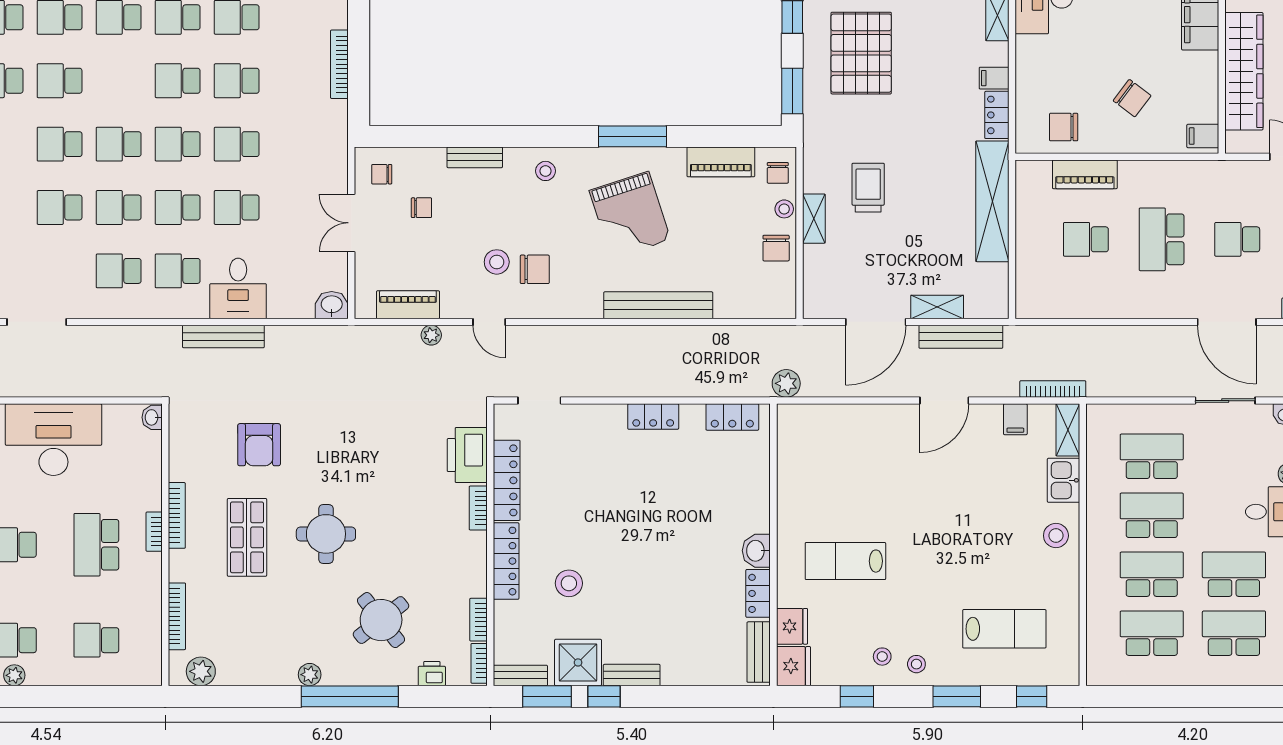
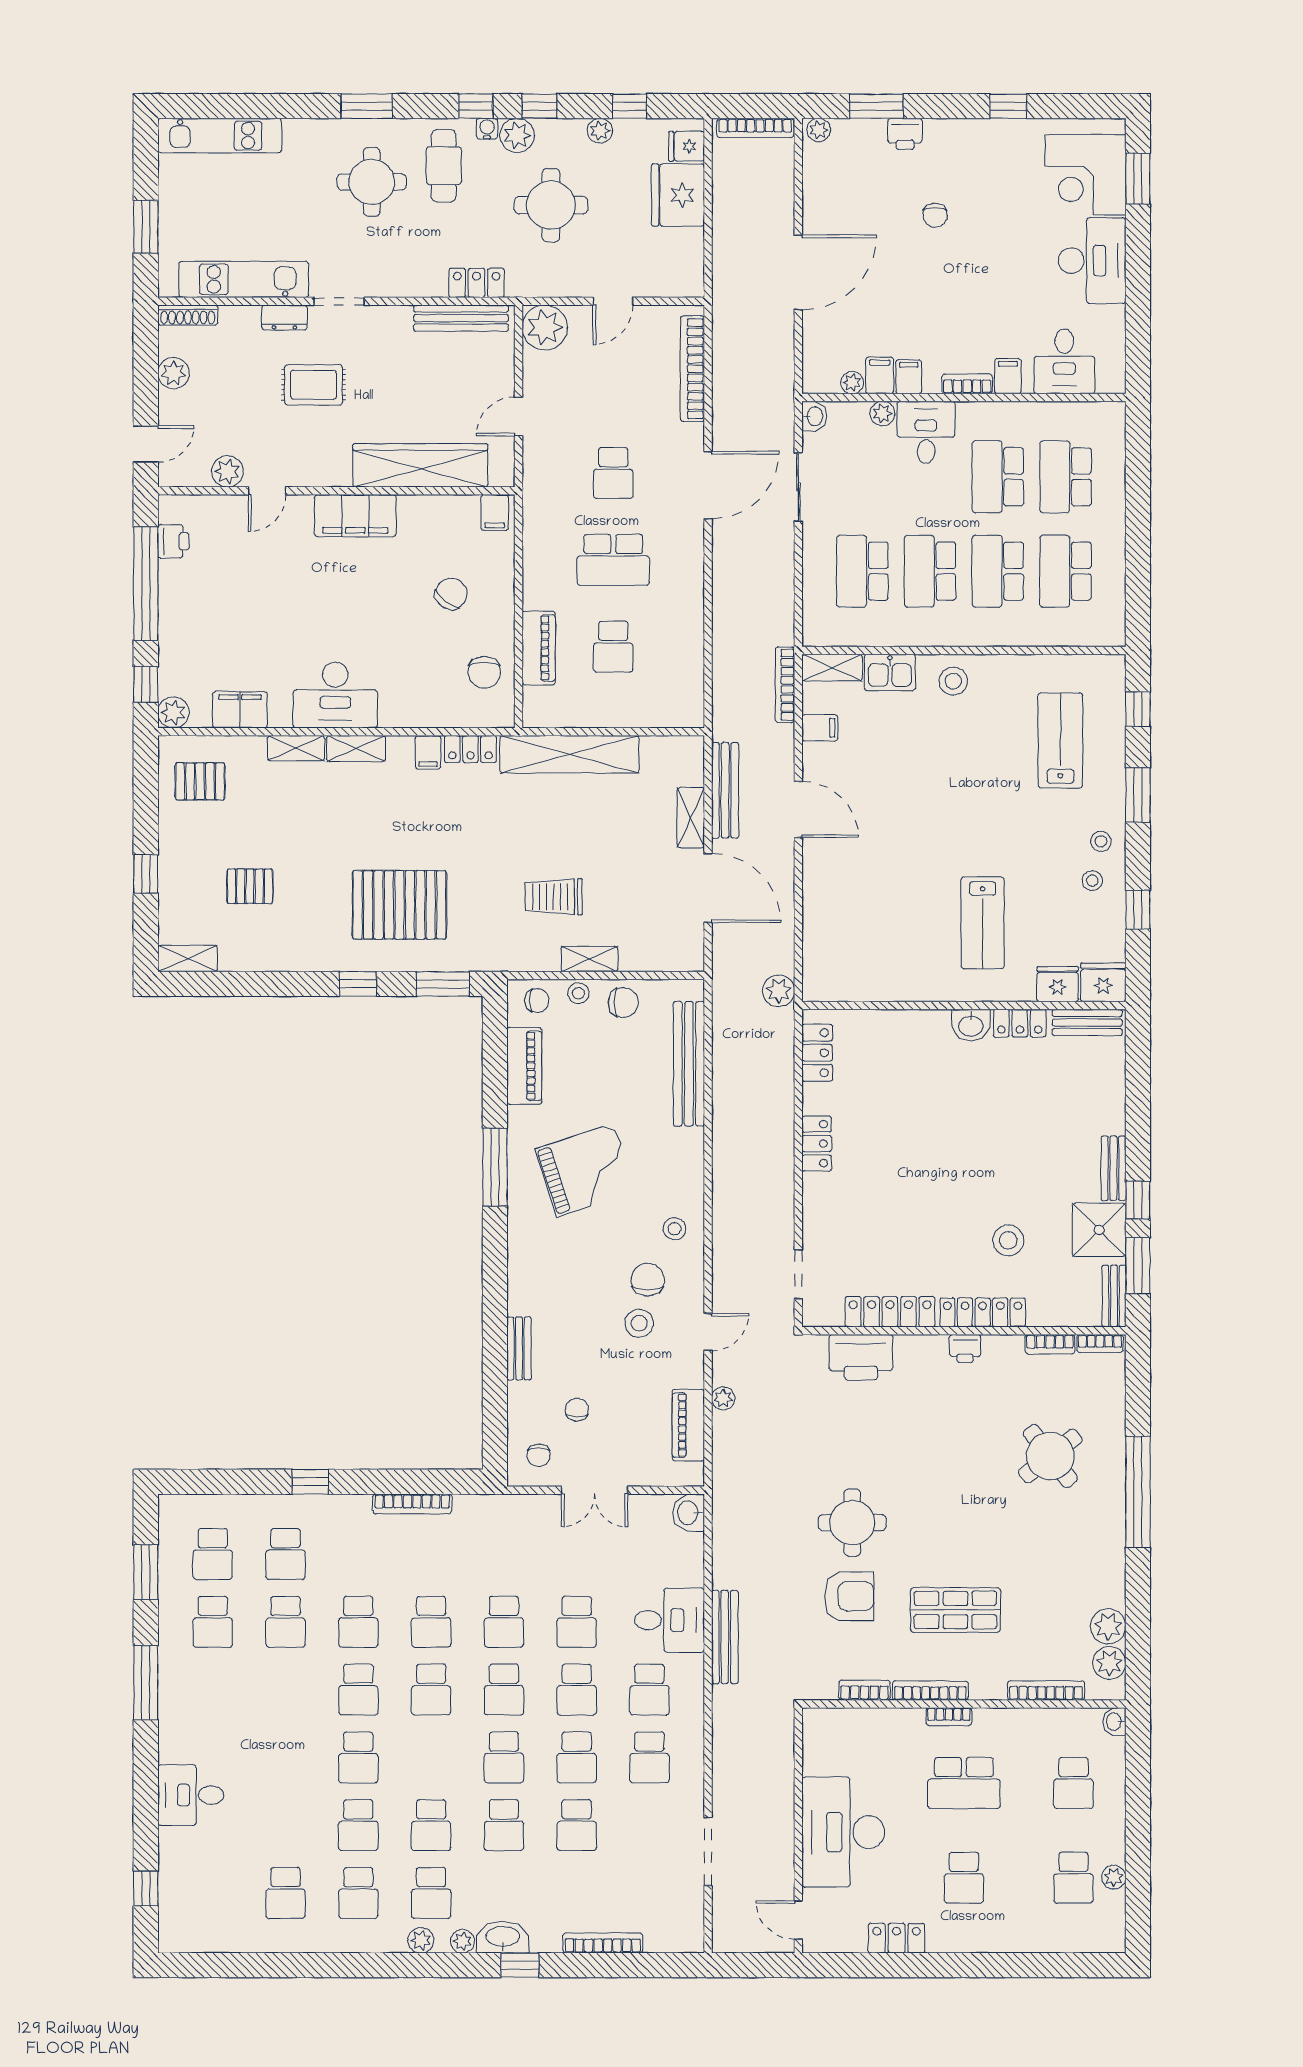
stool: (546, 171) -> (674, 1229), moved
bench: (658, 305) -> (689, 1064), moved
washbasin: (152, 417) -> (1114, 1722), moved, turned 90
bookcase: (478, 508) -> (865, 1690), moved, turned 180
round table: (326, 534) -> (852, 1523), moved
printer: (432, 674) -> (965, 1348), moved, turned -90
plant: (310, 675) -> (1108, 1626), moved, width x1.38, depth x1.38

